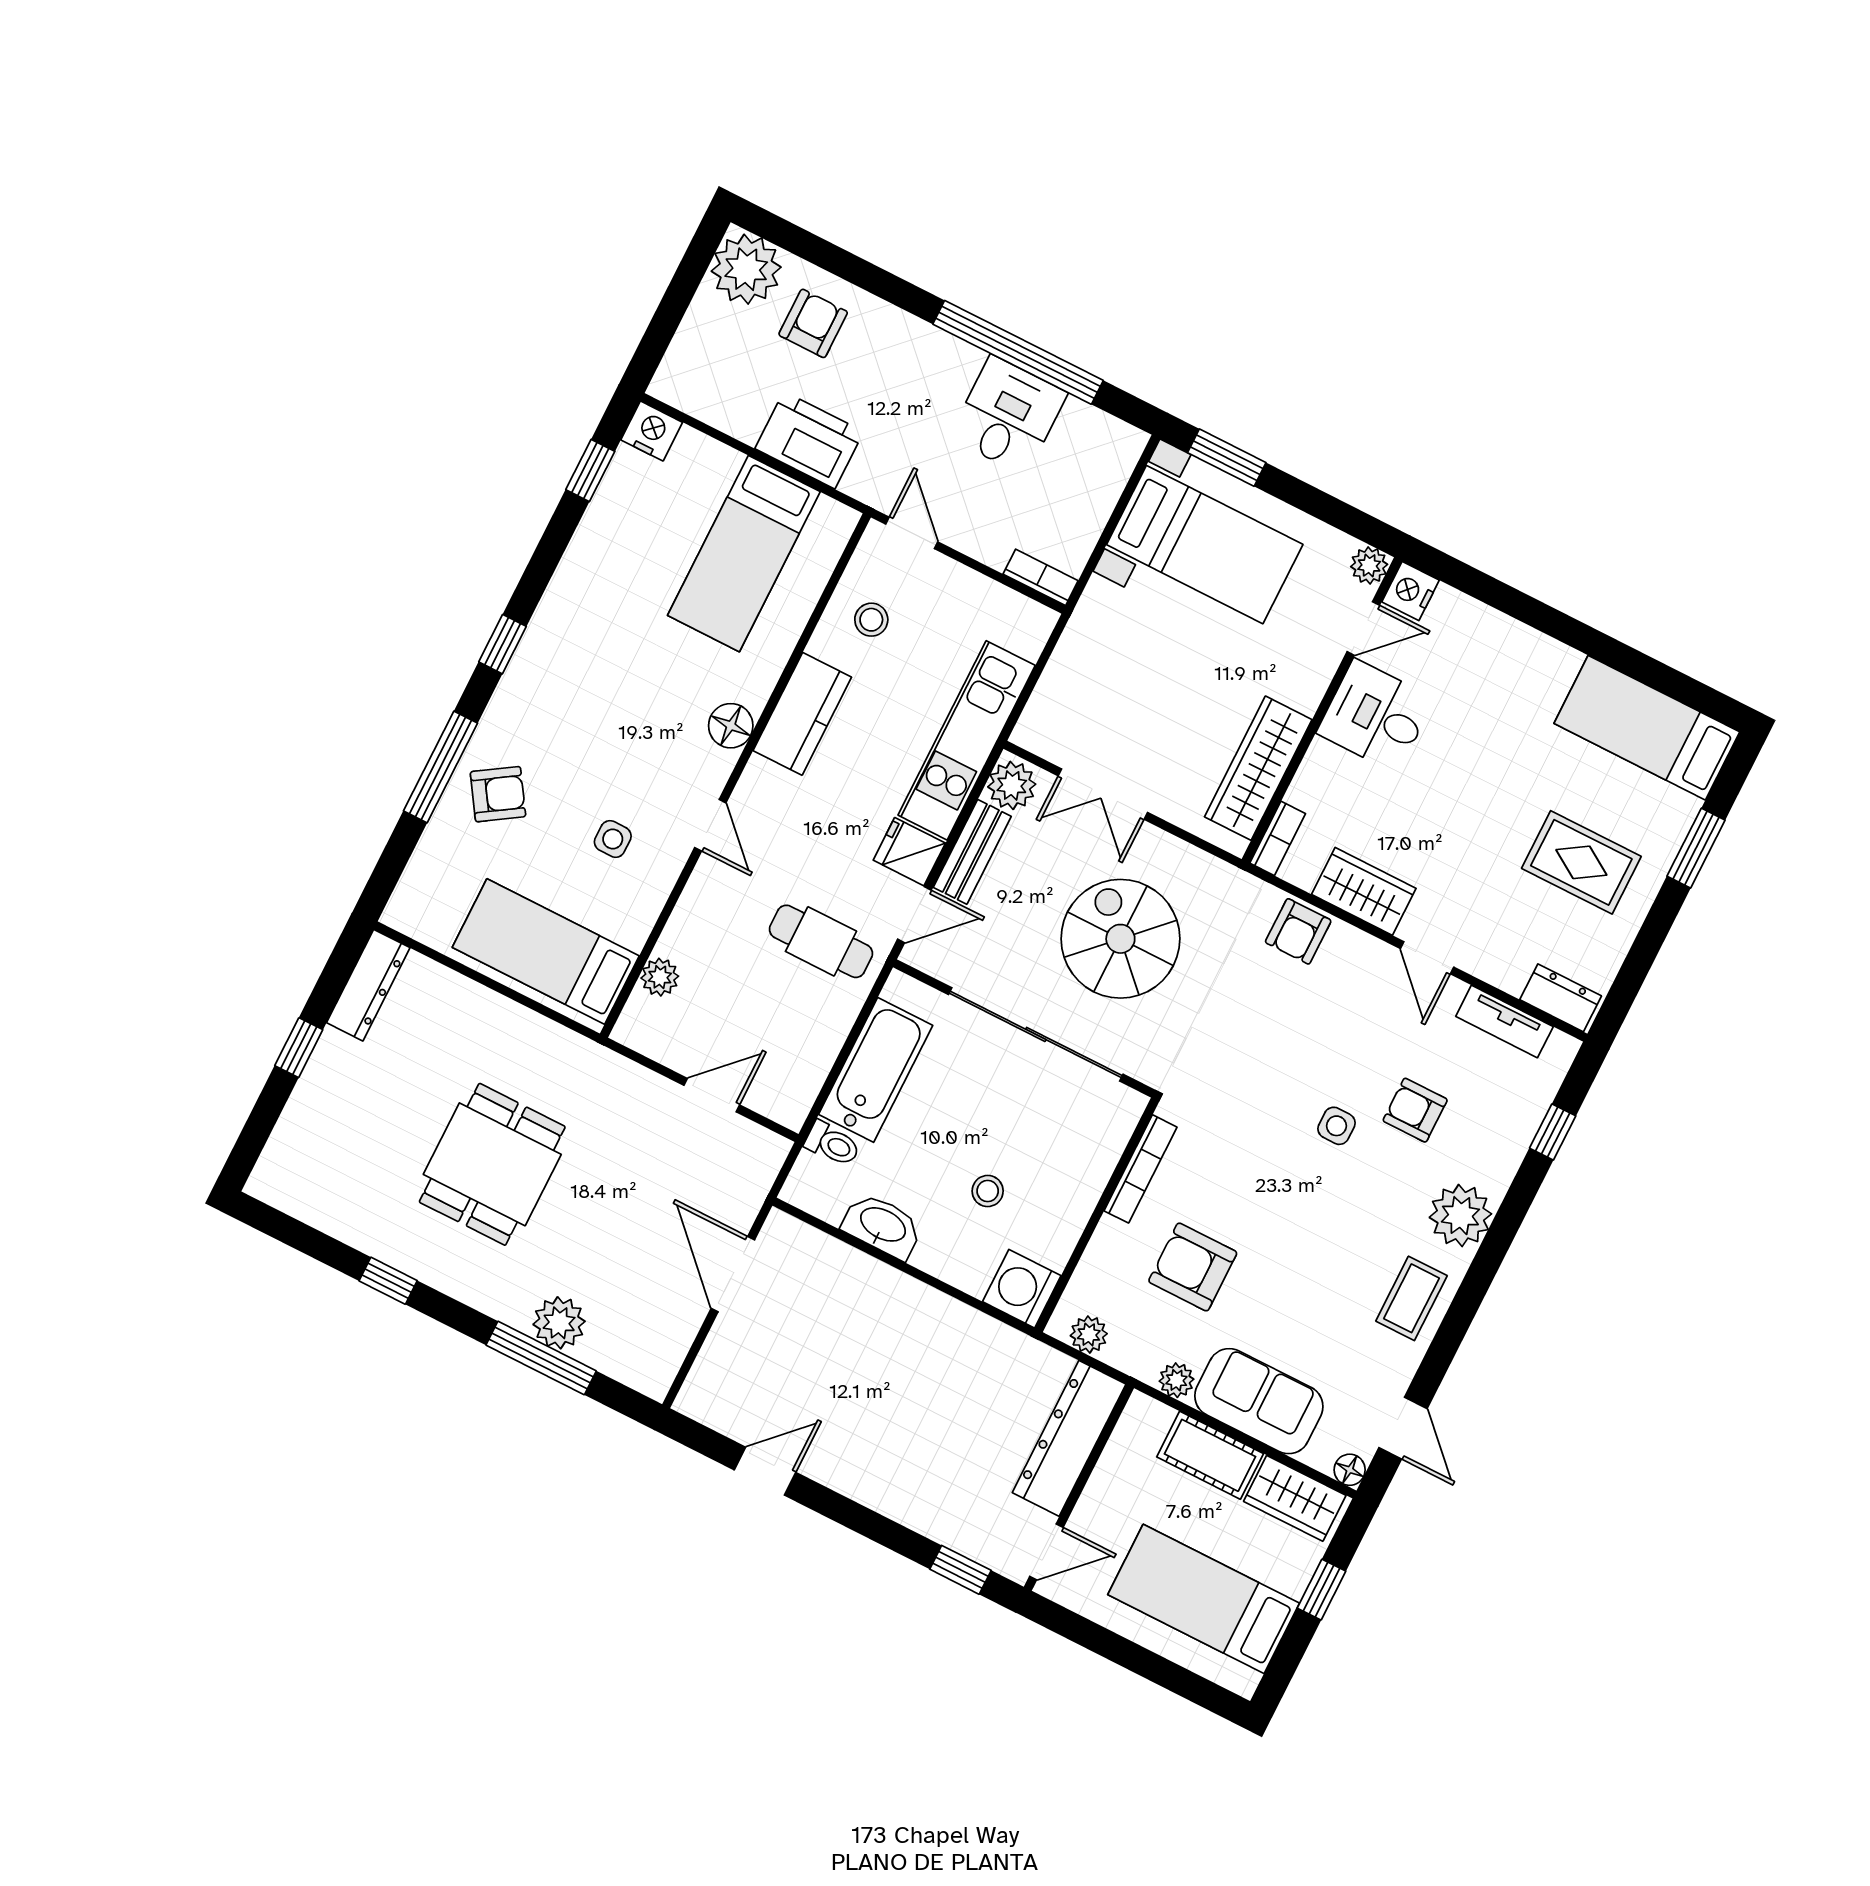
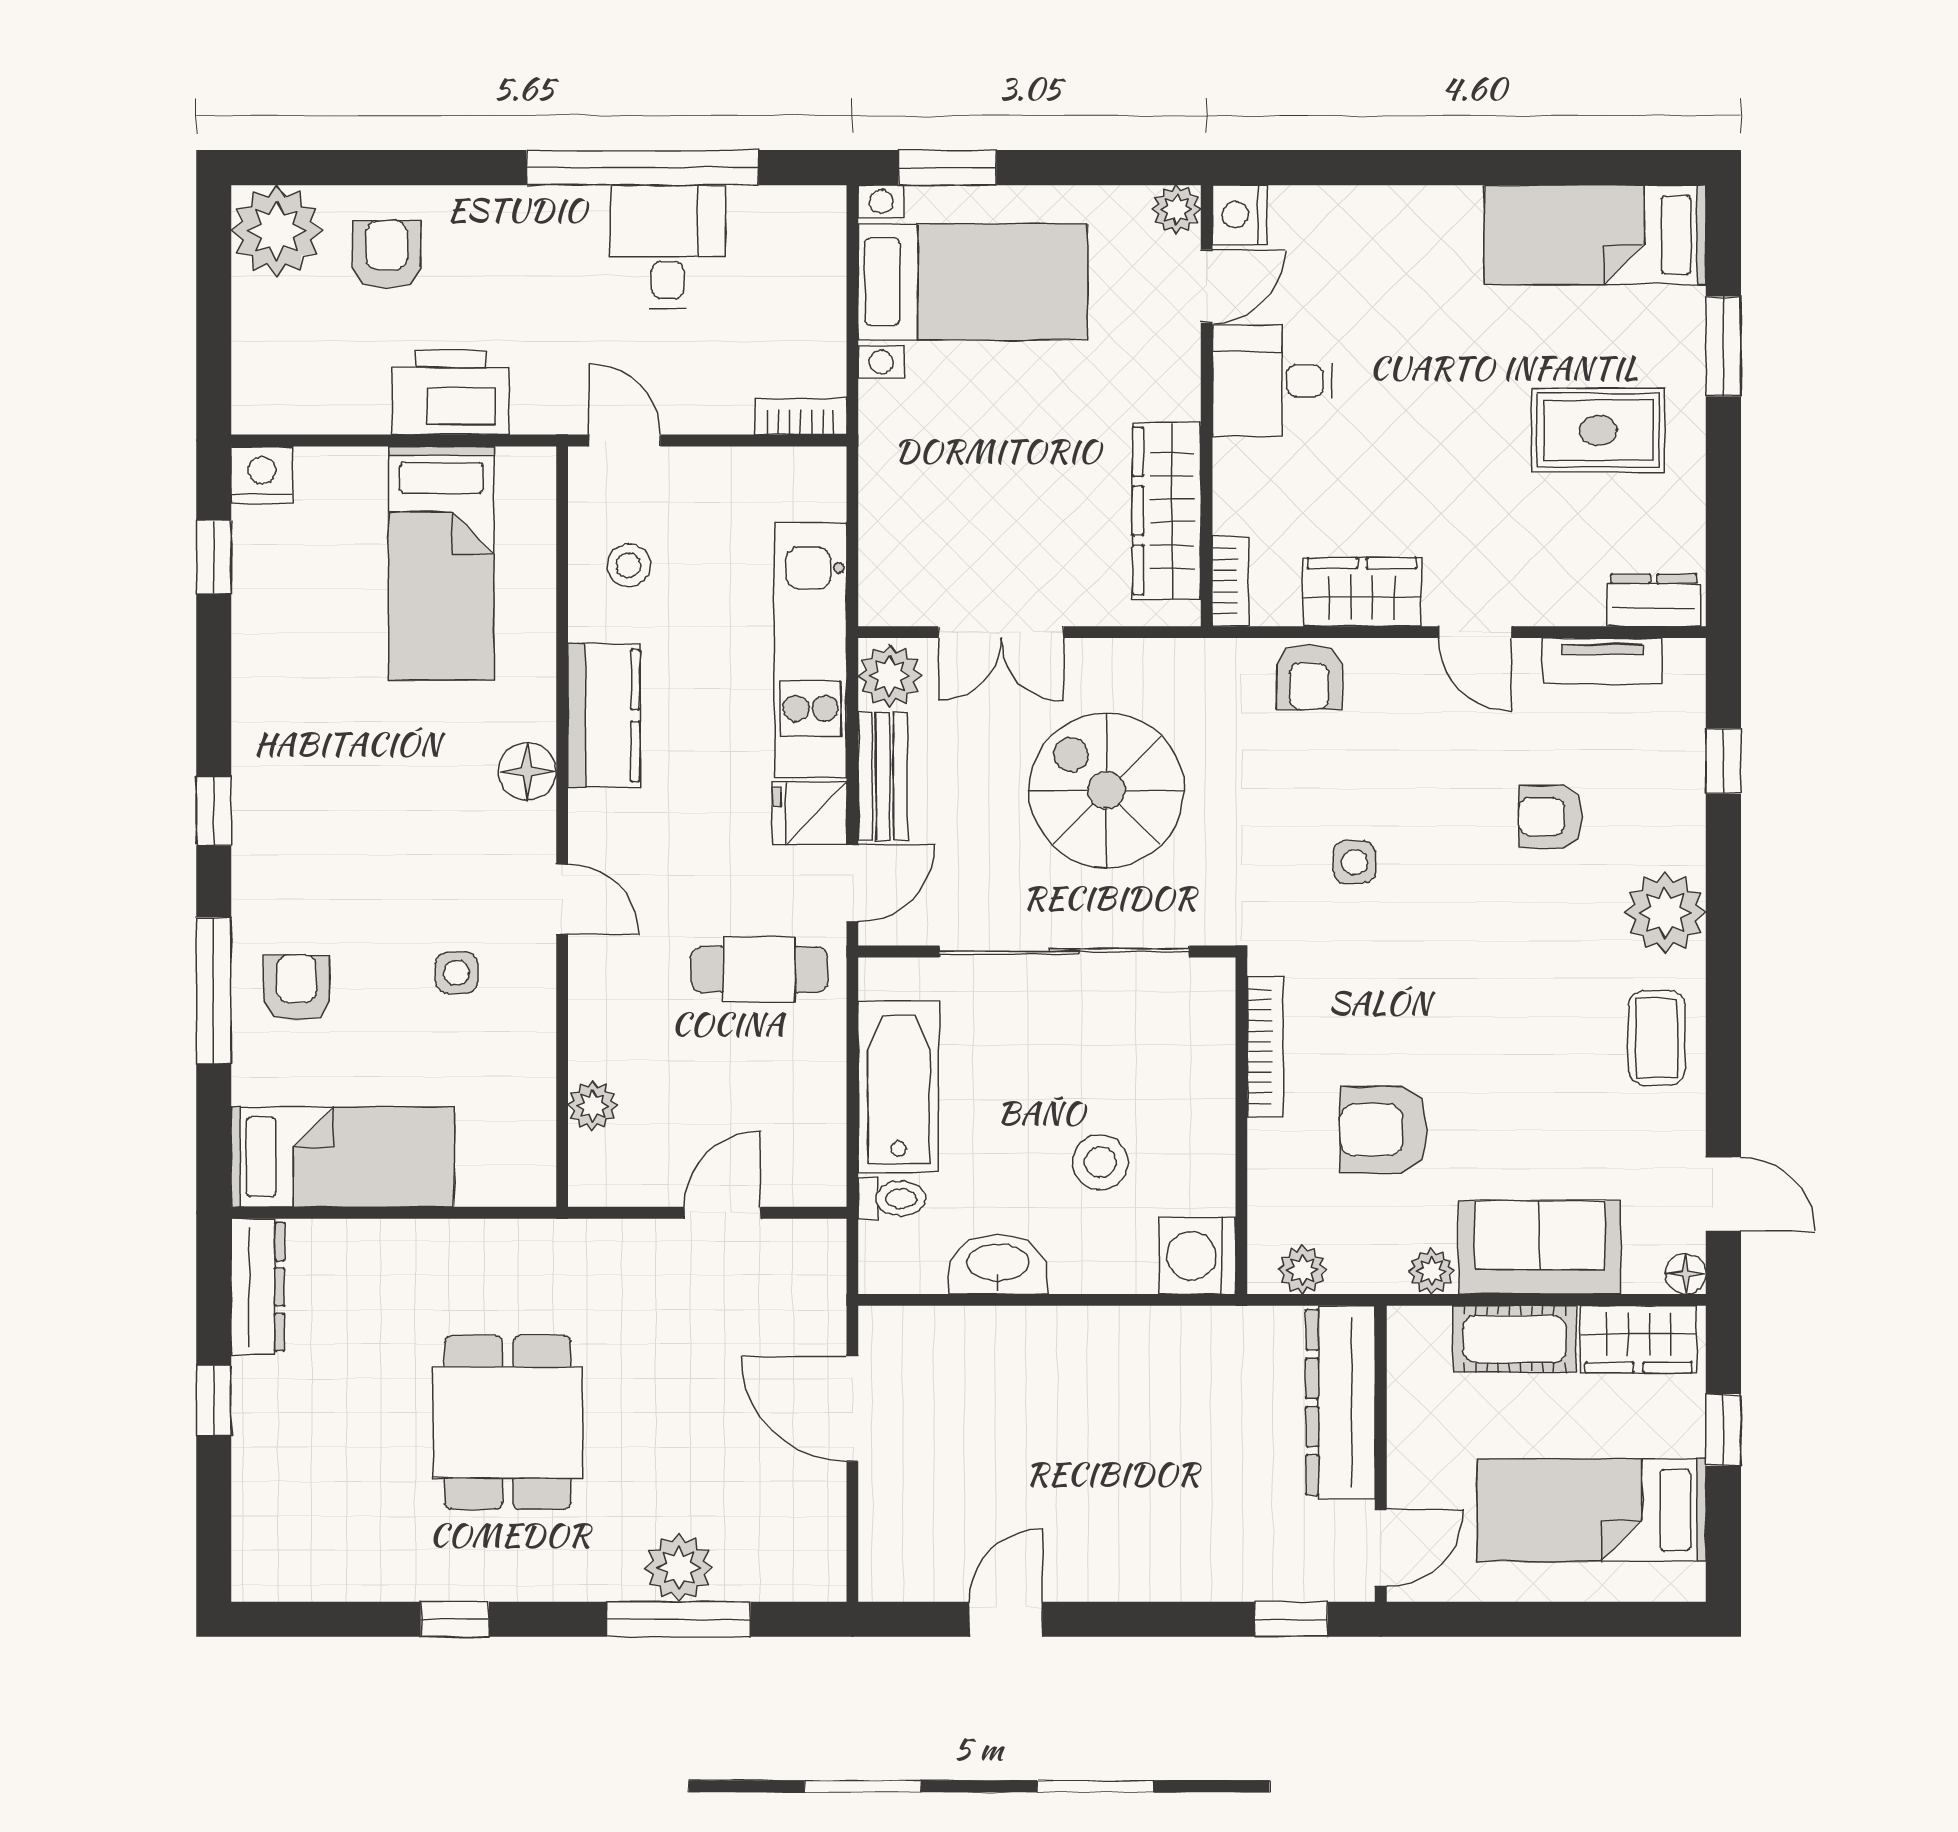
armchair: (498, 794) -> (297, 988), turned -57
bed: (546, 952) -> (343, 1157), moved, turned 180
side table: (1337, 1126) -> (1354, 862), moved
stool: (988, 1191) -> (1100, 1162), width x1.37, depth x1.37

